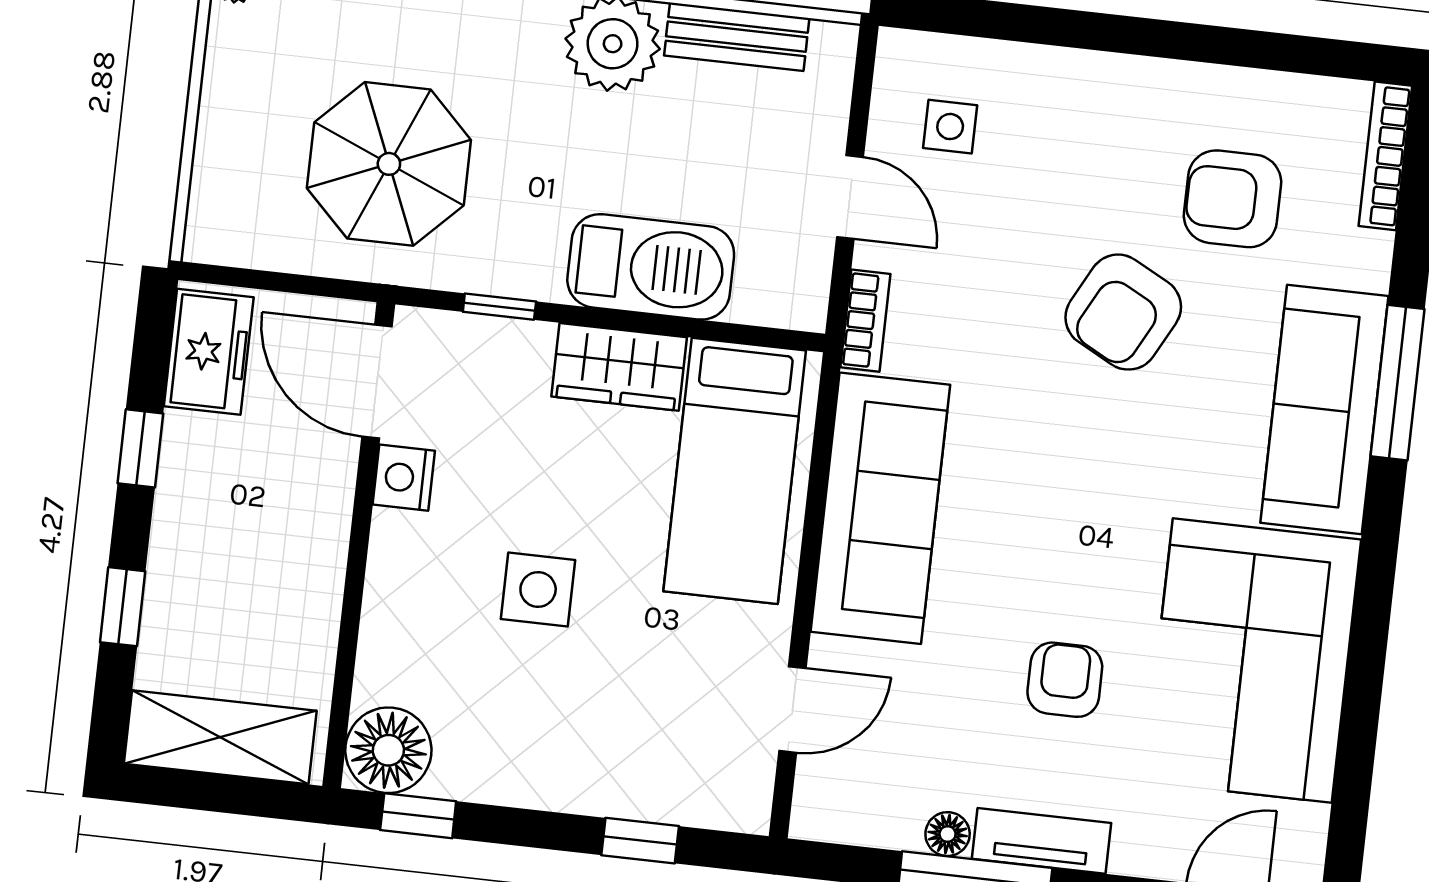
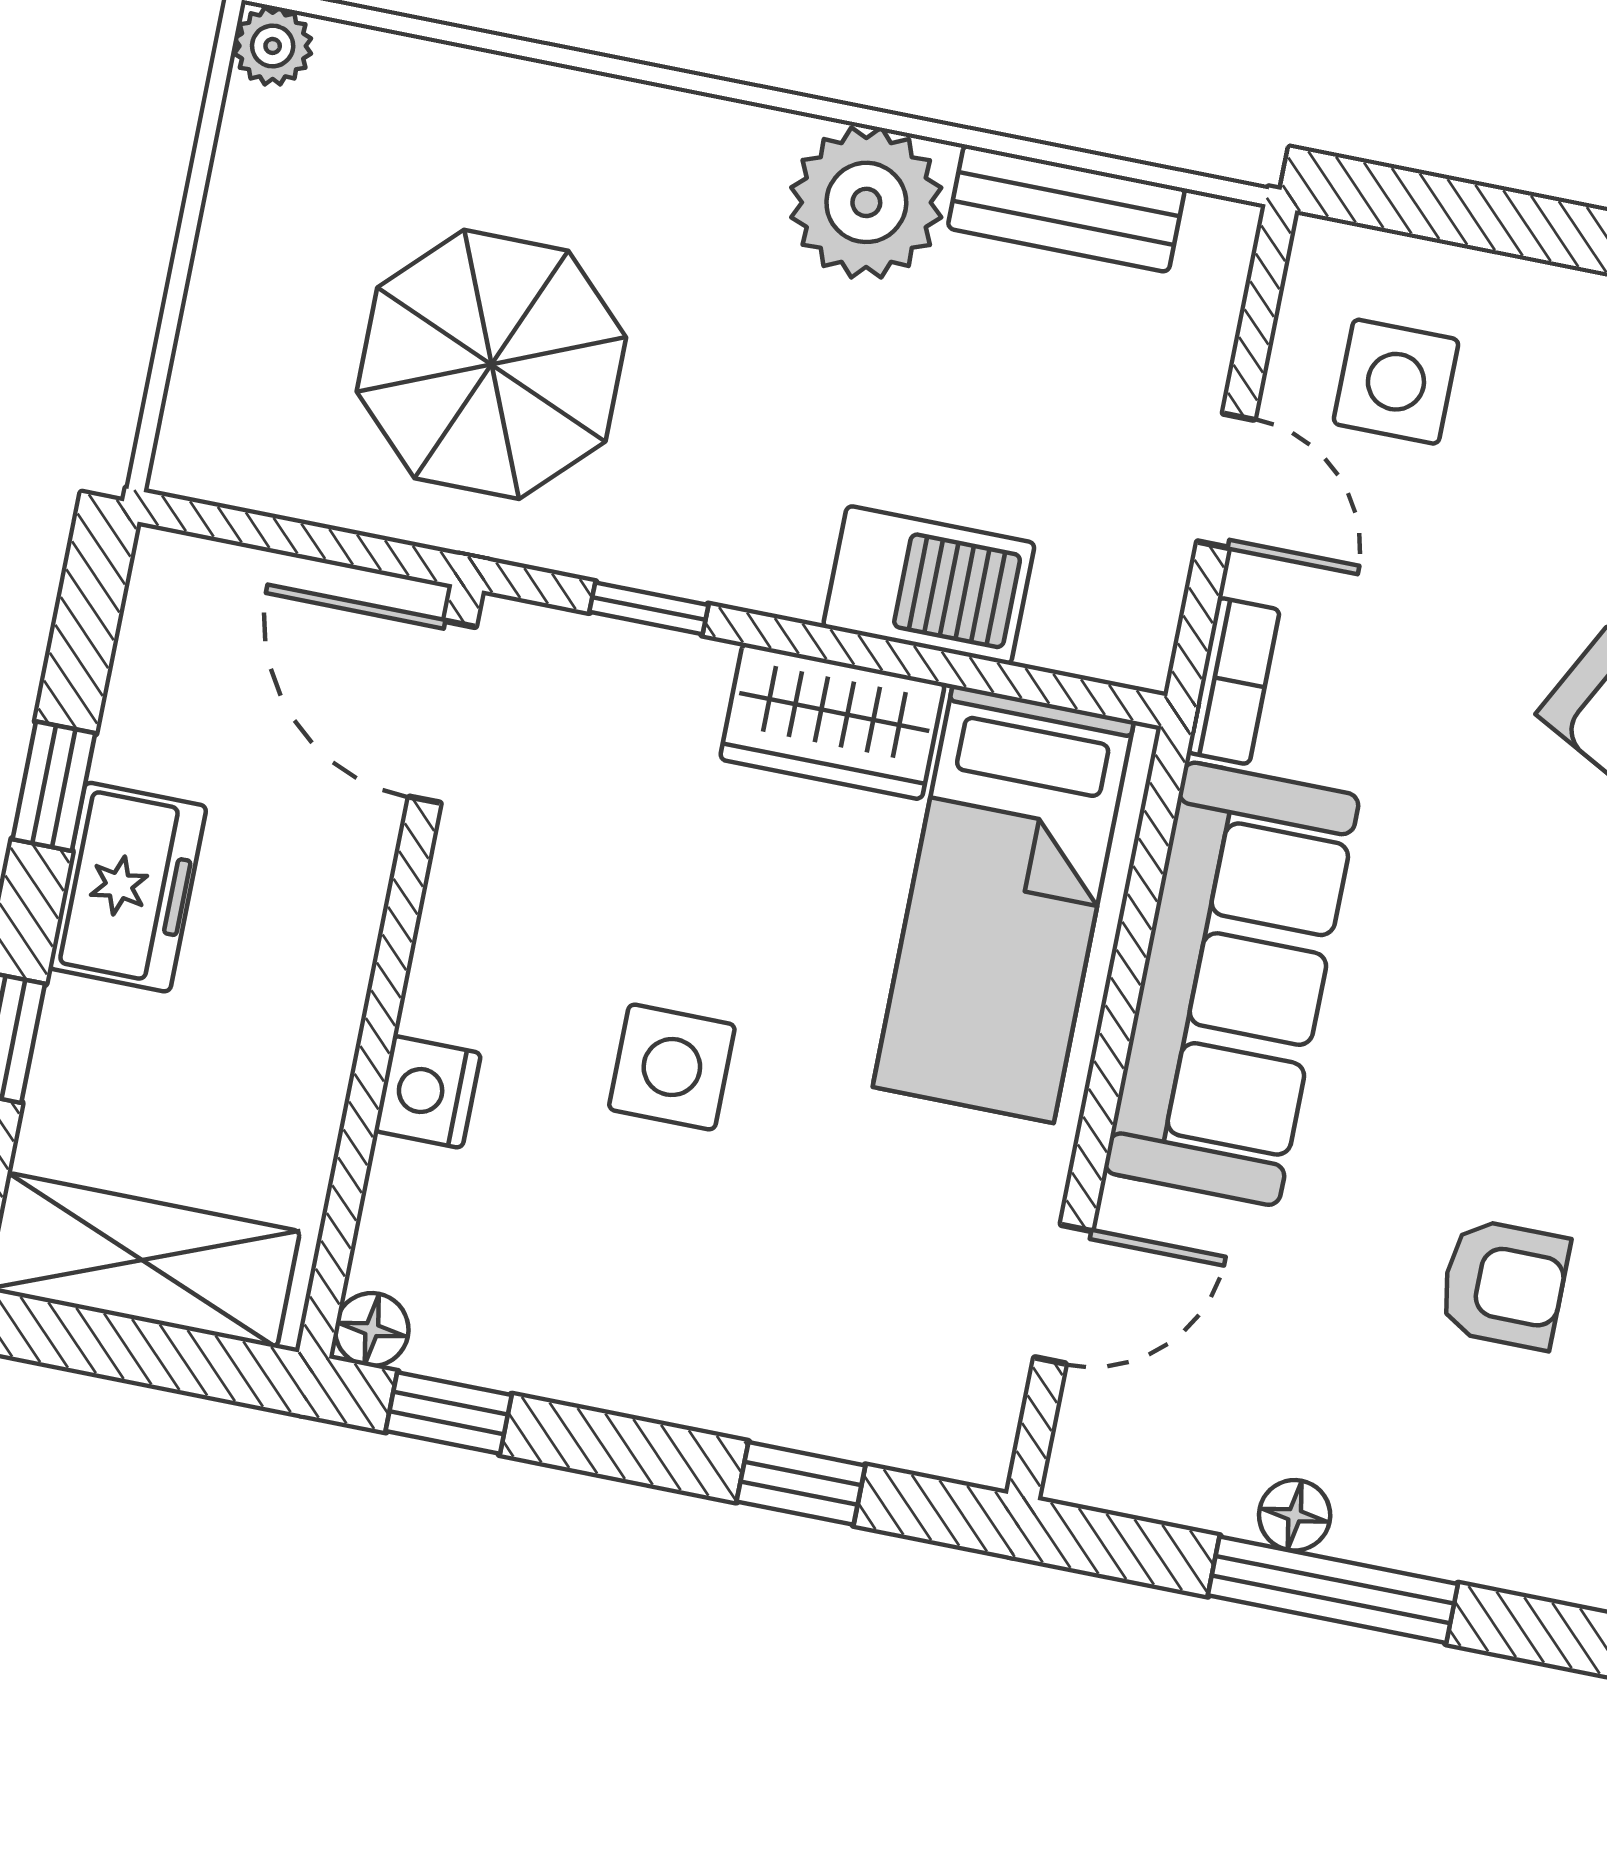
side table: (950, 127) -> (1396, 382), width x1.37, depth x1.37
barbecue: (651, 267) -> (929, 585), width x0.73, depth x0.83
freezer: (209, 352) -> (128, 887), moved
nightstand: (404, 478) -> (428, 1092), moved
armchair: (1065, 680) -> (1504, 1284), turned 90
floor lamp: (388, 750) -> (372, 1330), width x0.53, depth x0.53
tv unit: (1041, 841) -> (1444, 1539), removed

